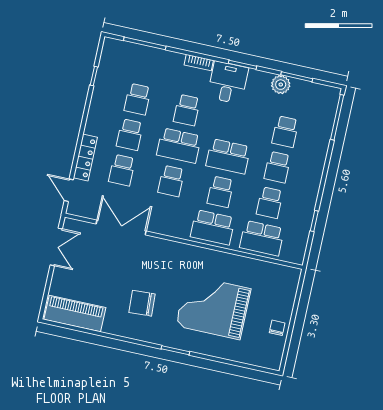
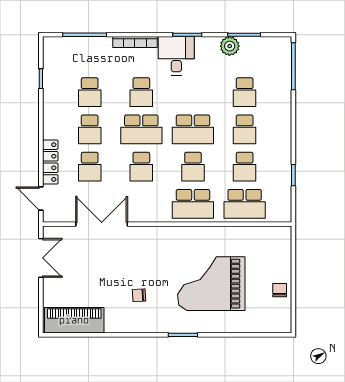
bookcase: (199, 63) -> (135, 42), width x1.56
chair: (142, 303) -> (139, 295), width x0.54, depth x0.54

